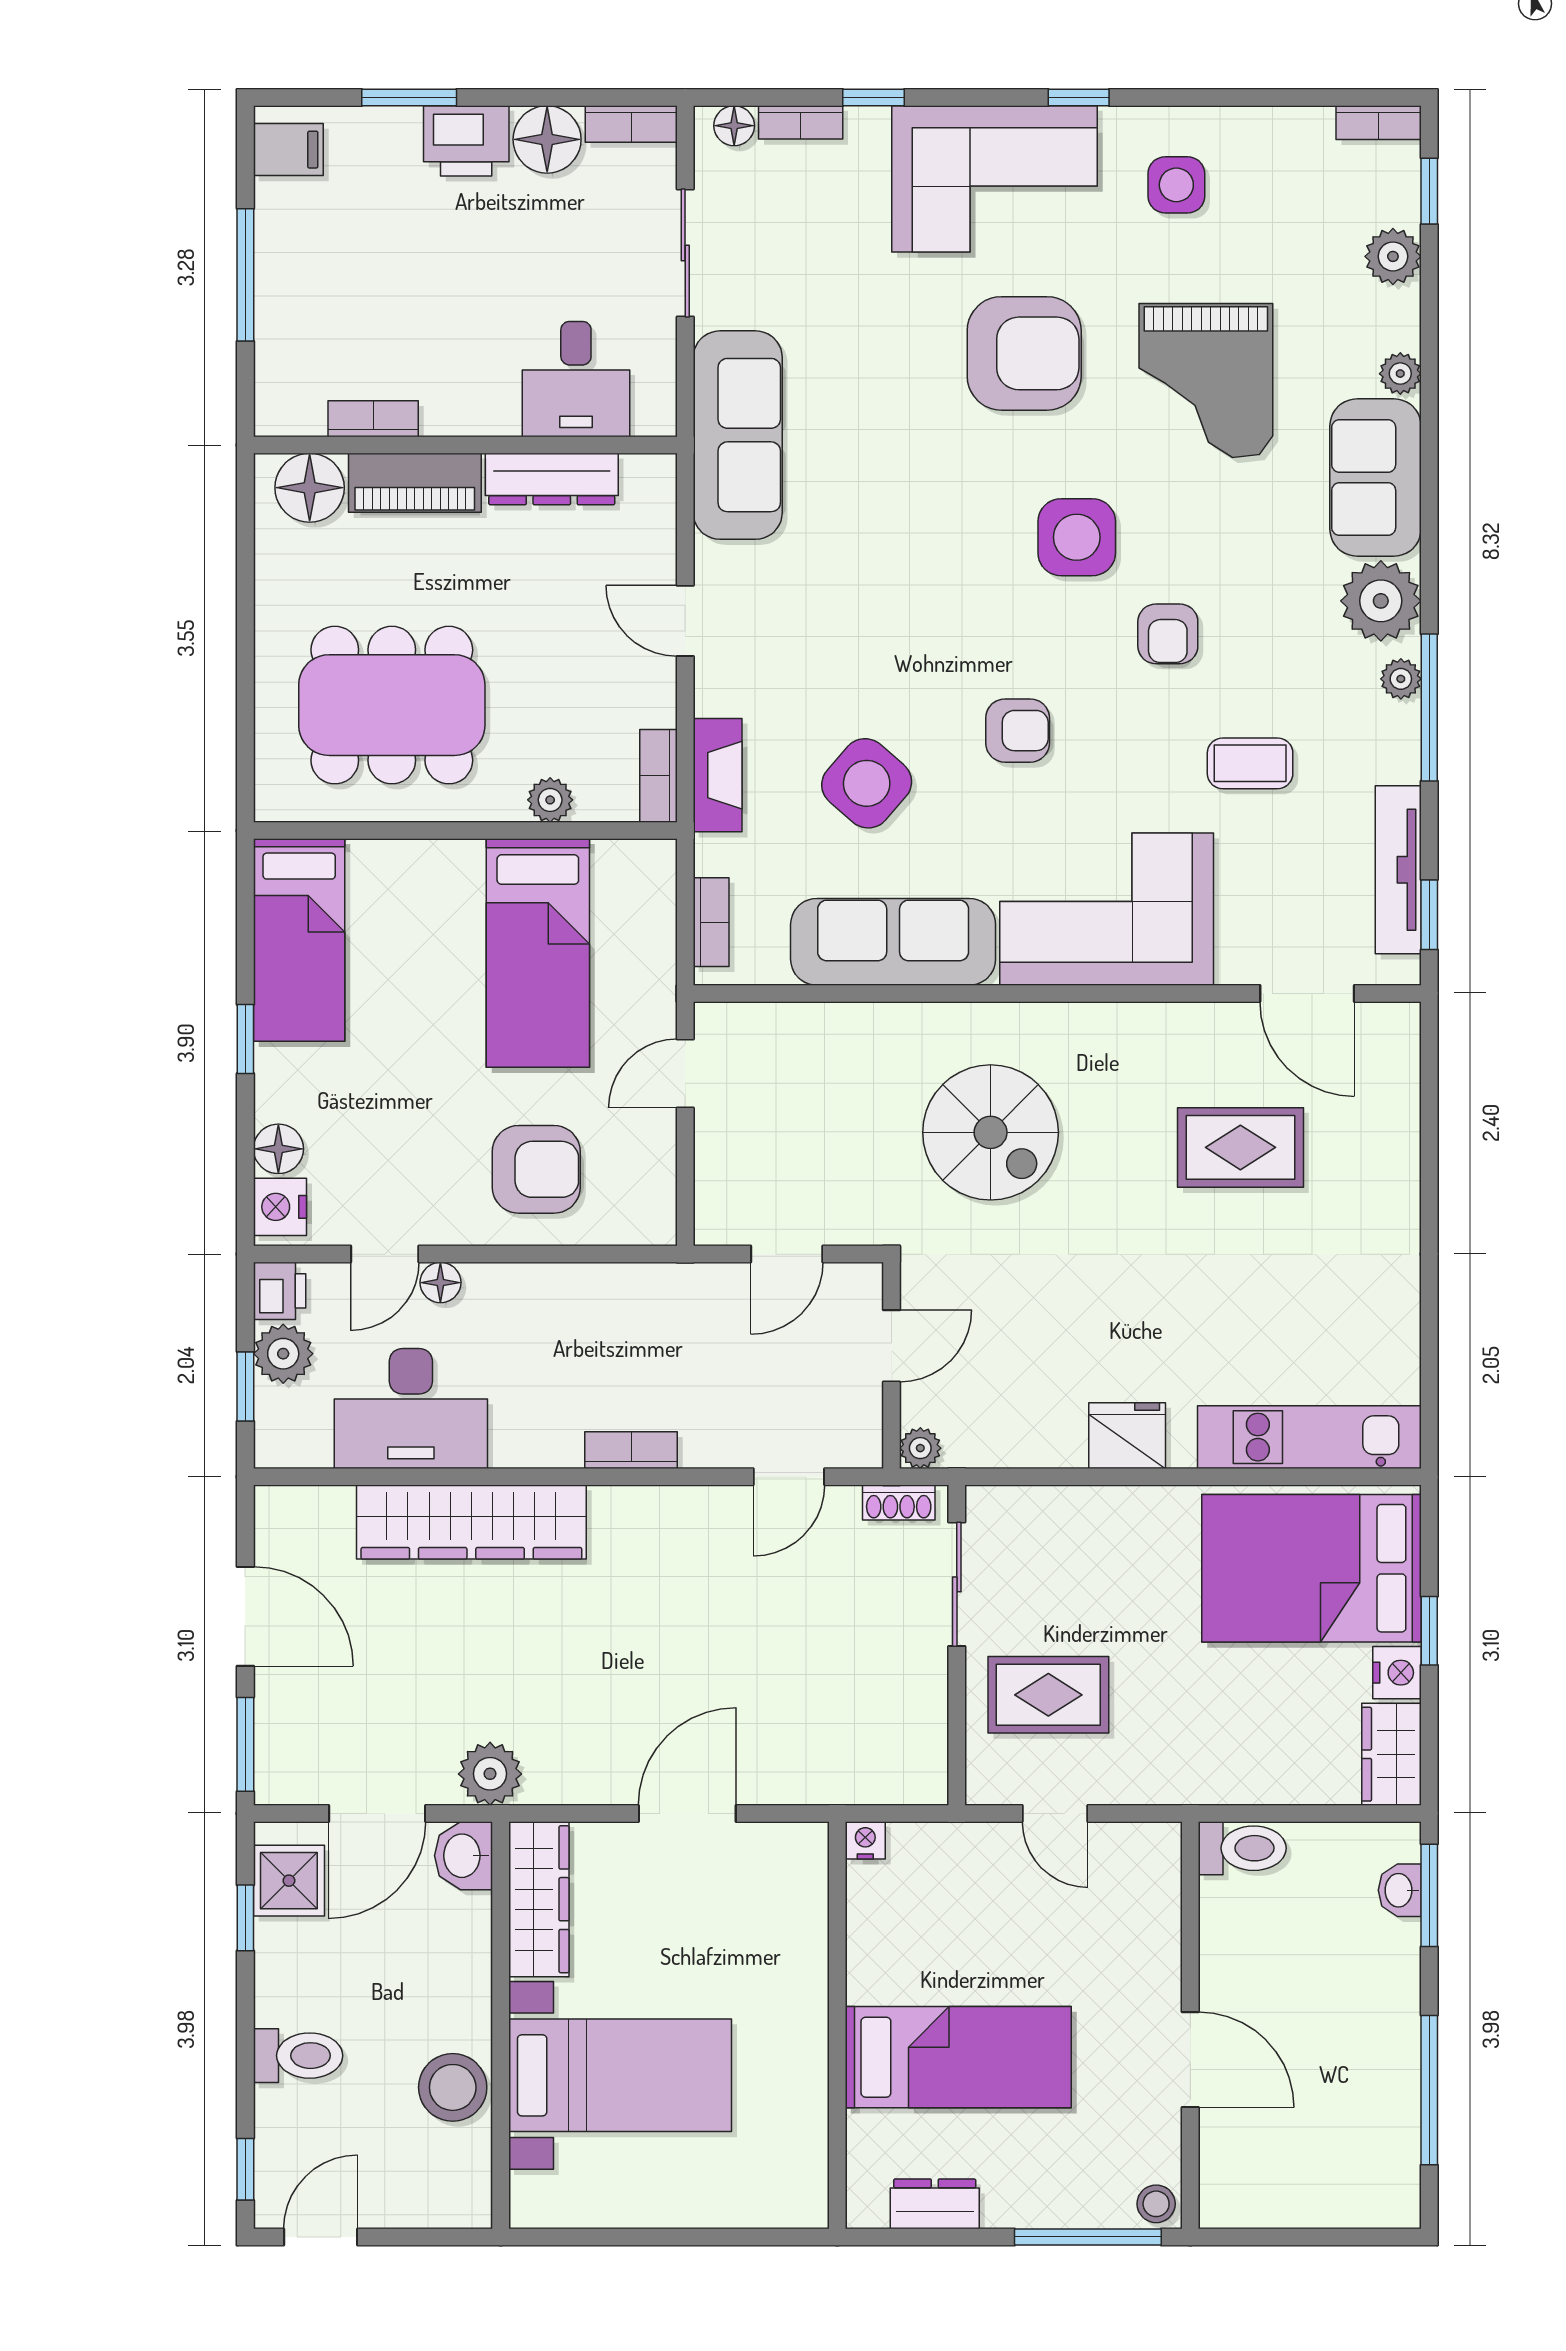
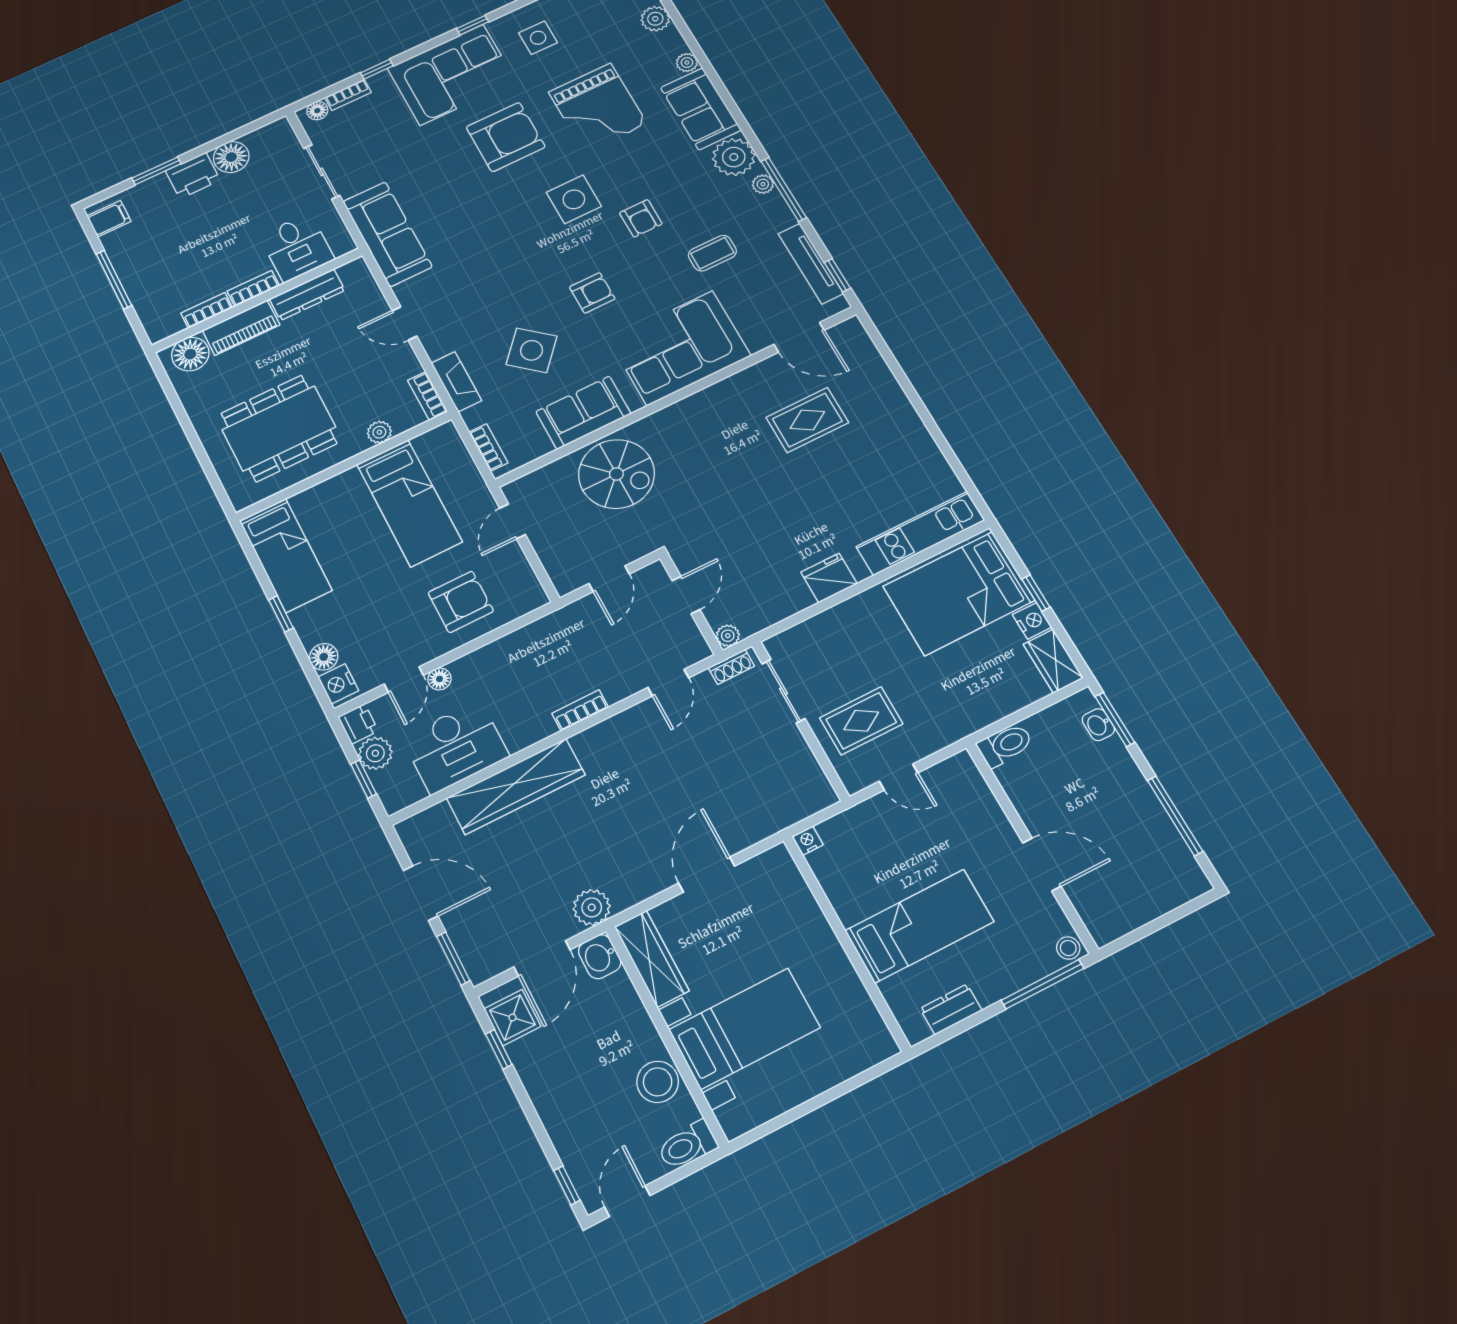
bookcase: (631, 124) -> (253, 288), moved, turned 180
sofa: (893, 942) -> (583, 413), width x0.73
spiral stairs: (991, 1132) -> (616, 474), moved
toilet: (298, 2056) -> (687, 1145), moved, turned 180

